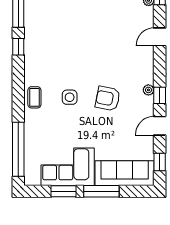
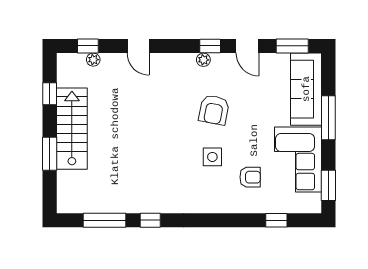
coffee table: (34, 97) -> (213, 200), removed
armchair: (53, 128) -> (250, 177), added
window: (18, 149) -> (276, 220), width x0.32
window: (160, 162) -> (292, 46), width x1.50
window: (63, 191) -> (328, 185), moved

